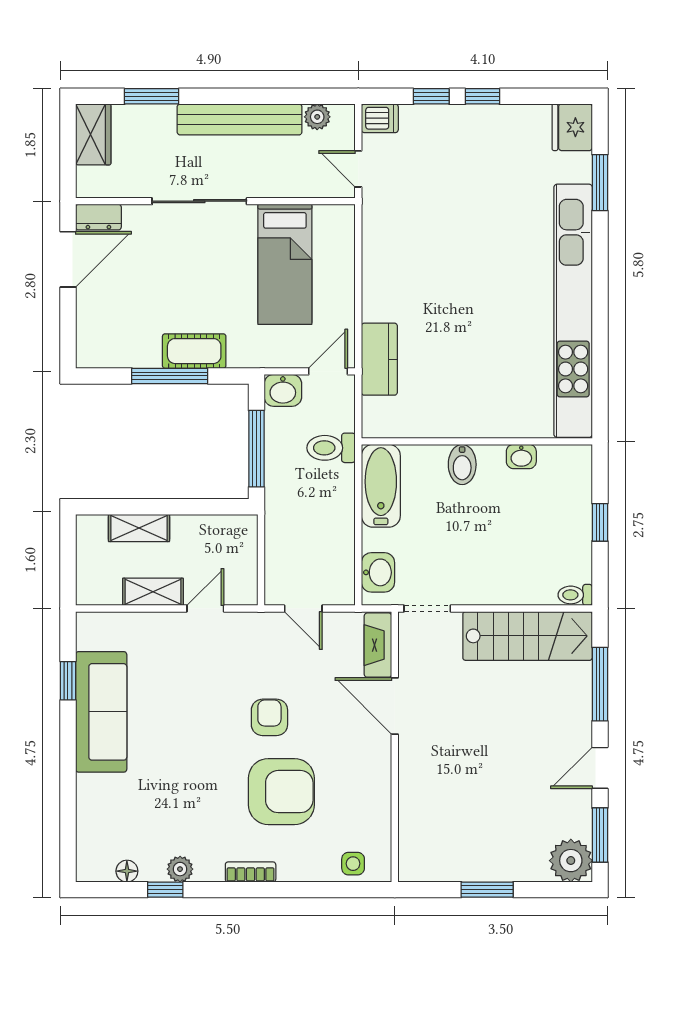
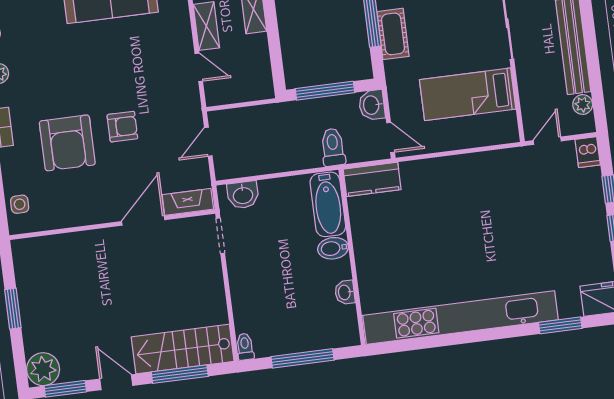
kitchen counter: (379, 359) -> (372, 179), moved
bathtub: (381, 486) -> (328, 204), moved, turned 90
window: (600, 522) -> (303, 358), width x2.17
stairs: (528, 636) -> (183, 349), moved, turned 90

